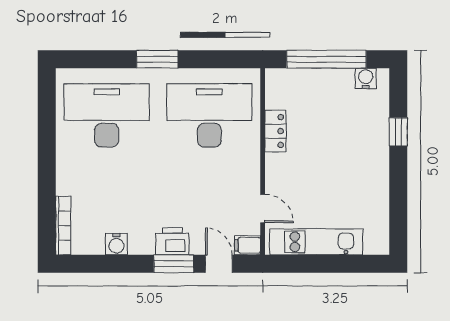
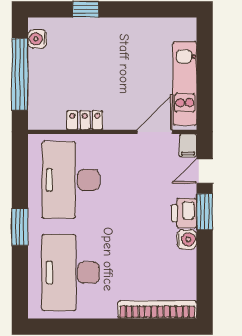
door: (263, 208) -> (155, 132), width x1.38
bookcase: (63, 226) -> (157, 310), width x1.48, depth x1.31
water cooler: (116, 244) -> (187, 239), moved

